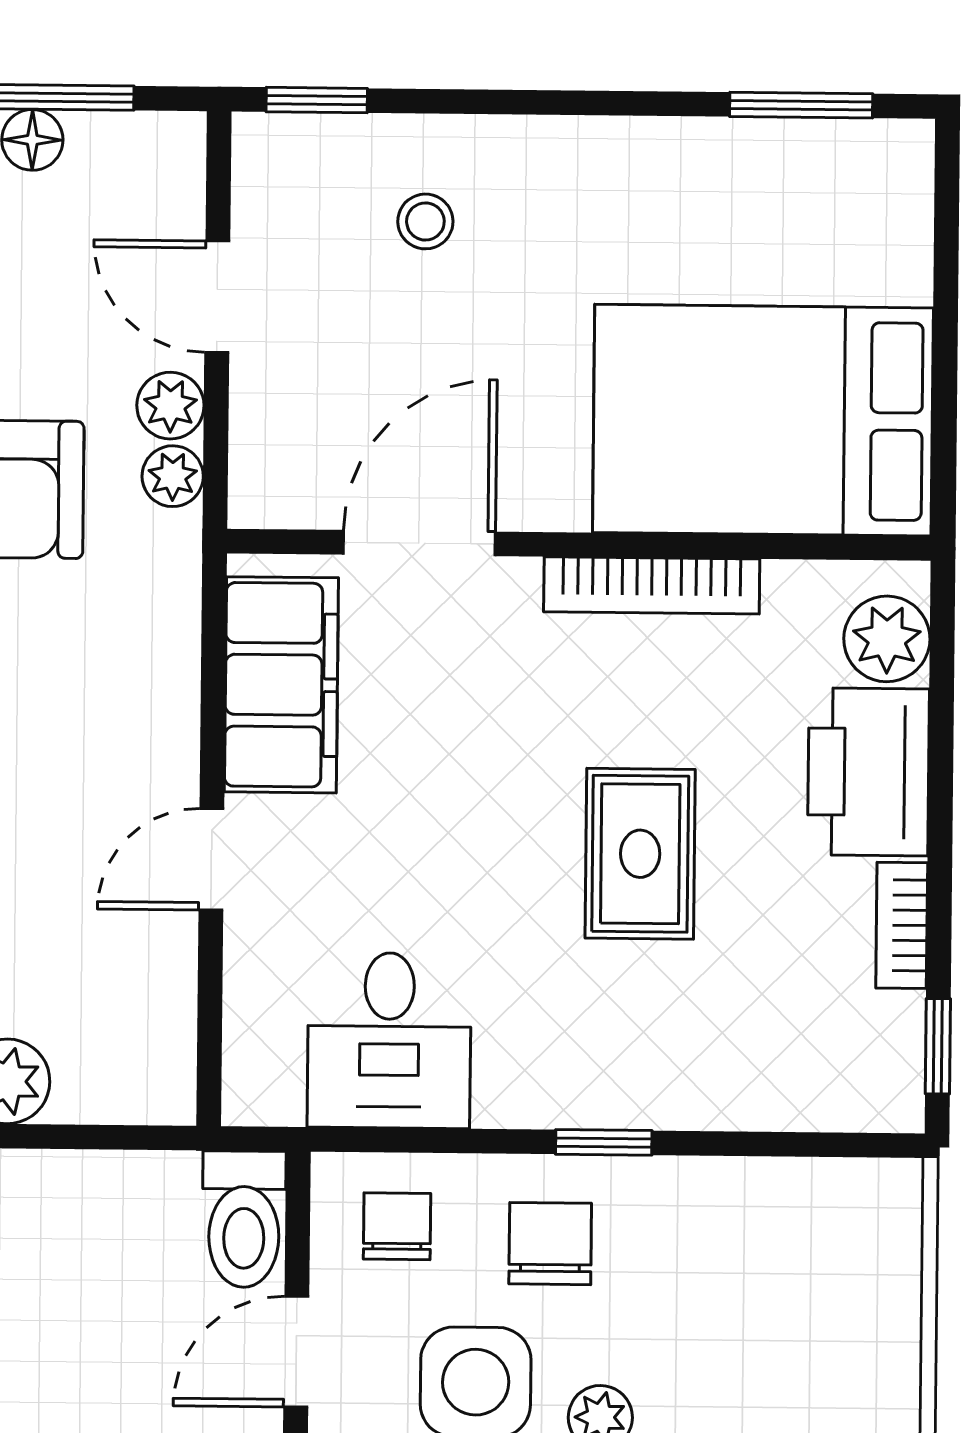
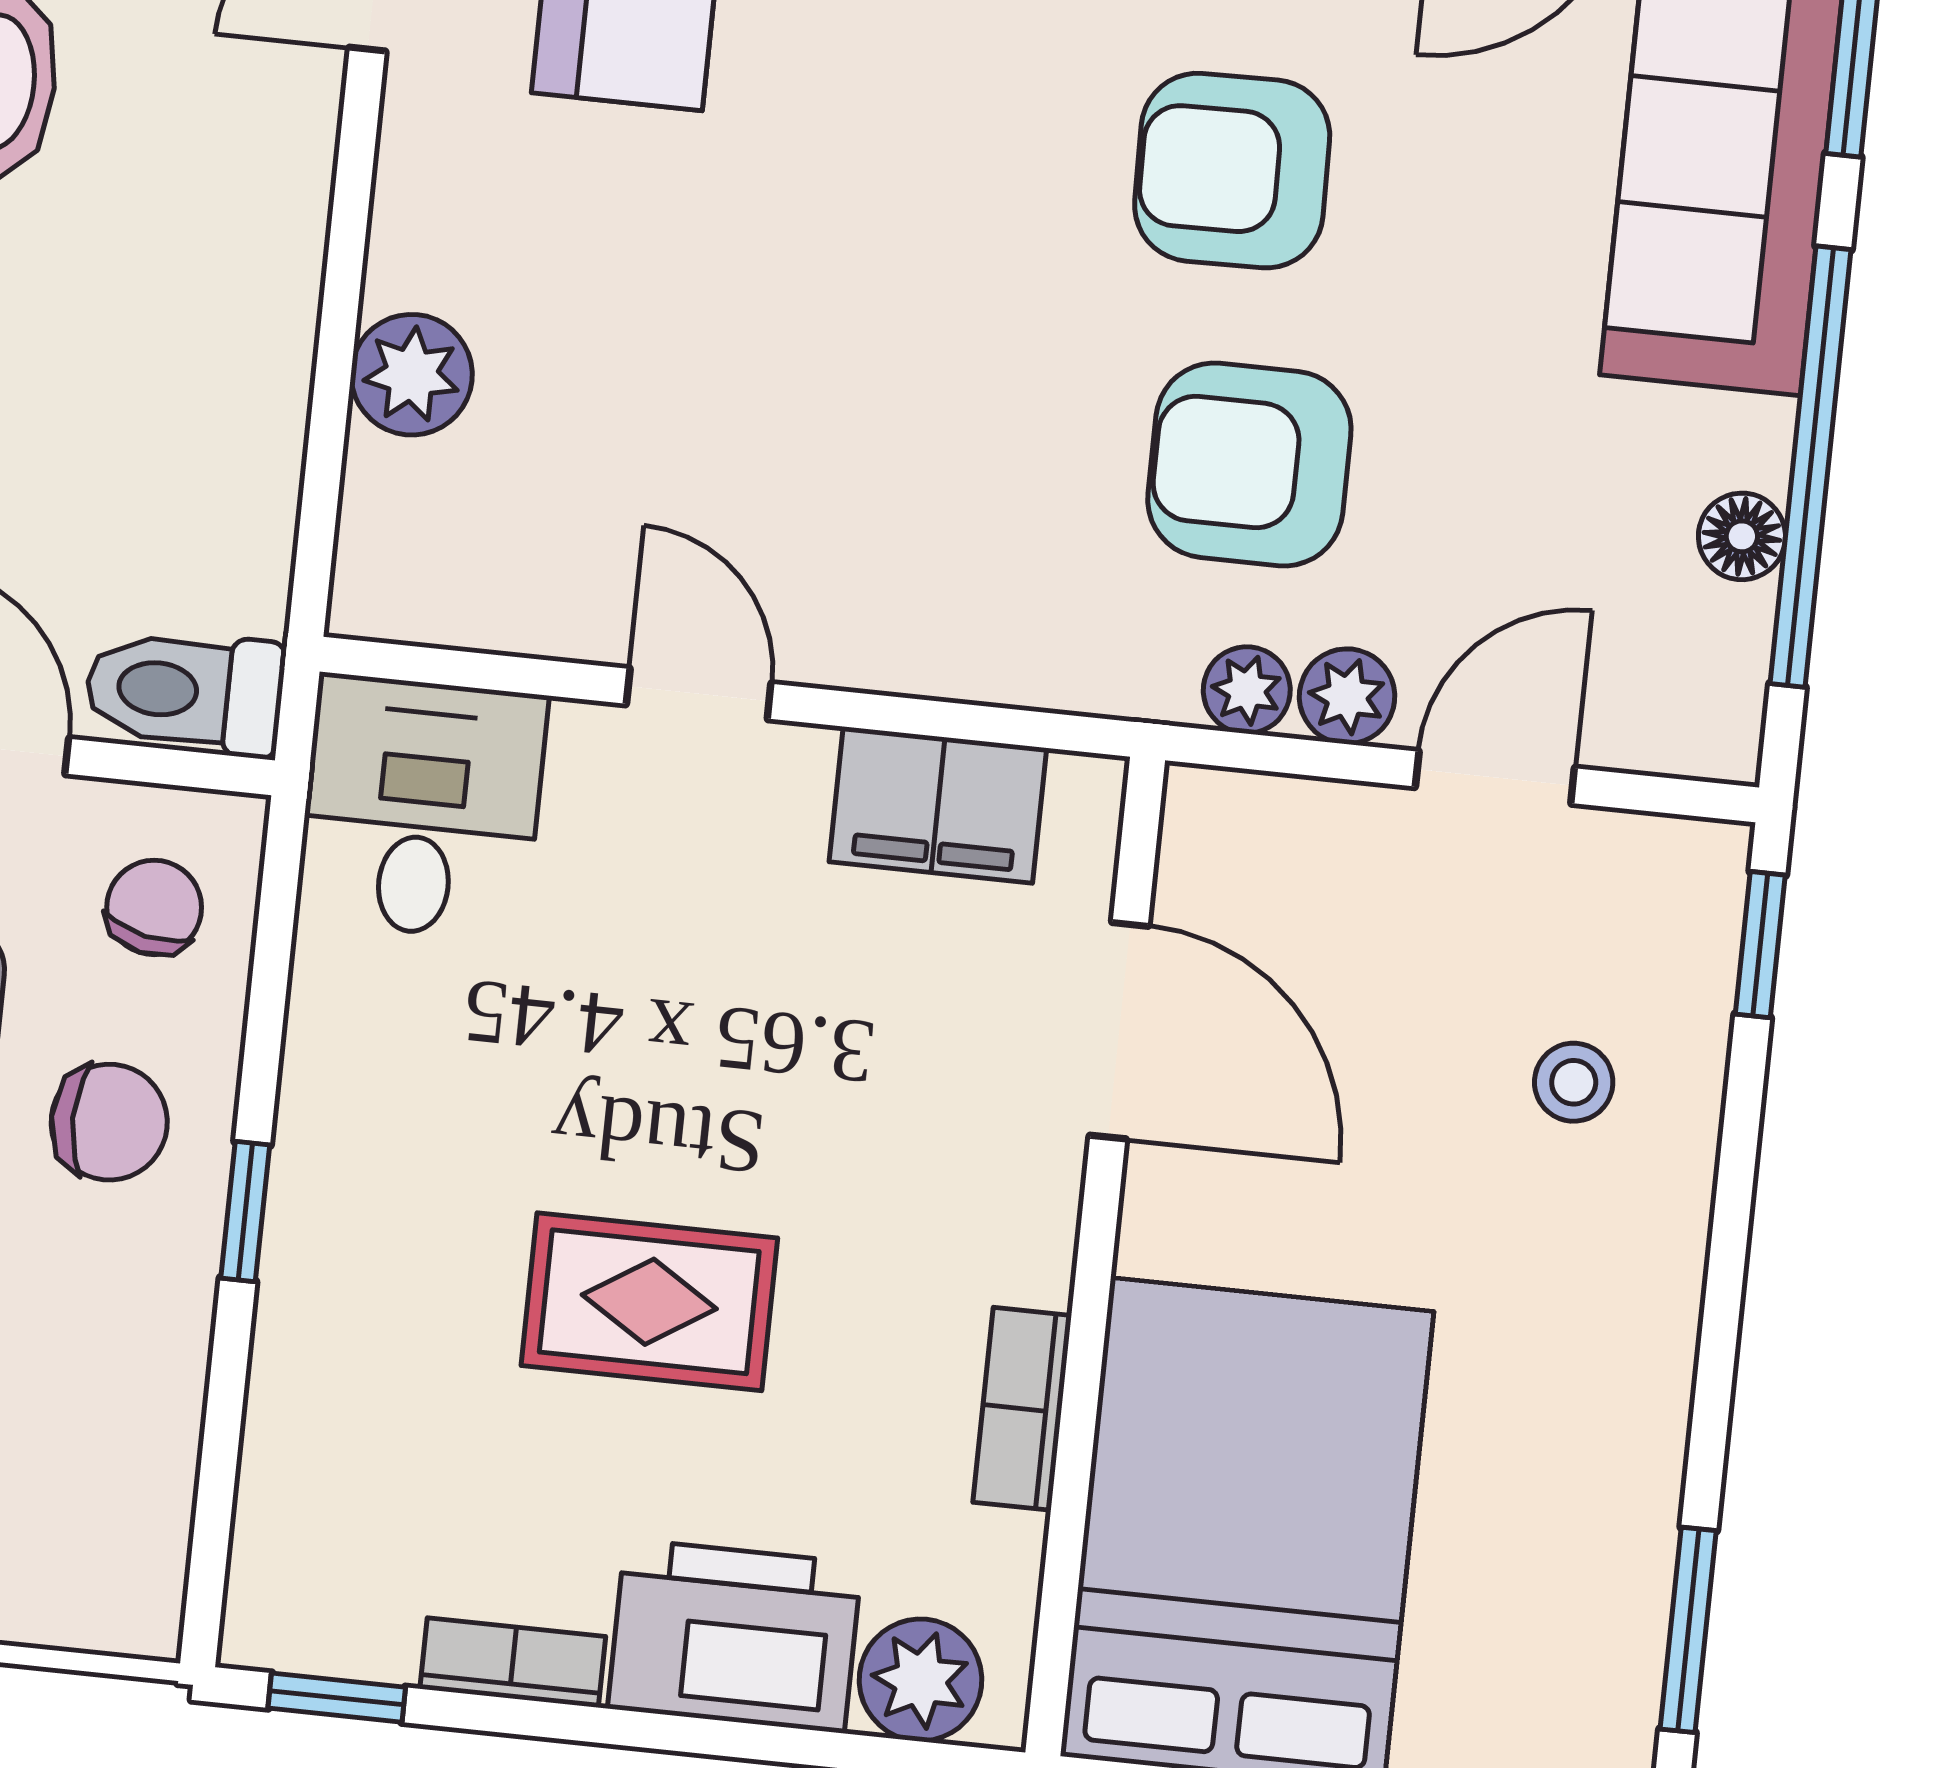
bookcase: (652, 585) -> (1022, 1409), width x0.64
filing cabinet: (281, 685) -> (938, 805), width x0.67, depth x0.86
desk: (389, 1040) -> (421, 807), moved, turned 90
chair: (397, 1226) -> (154, 907), turned -78

